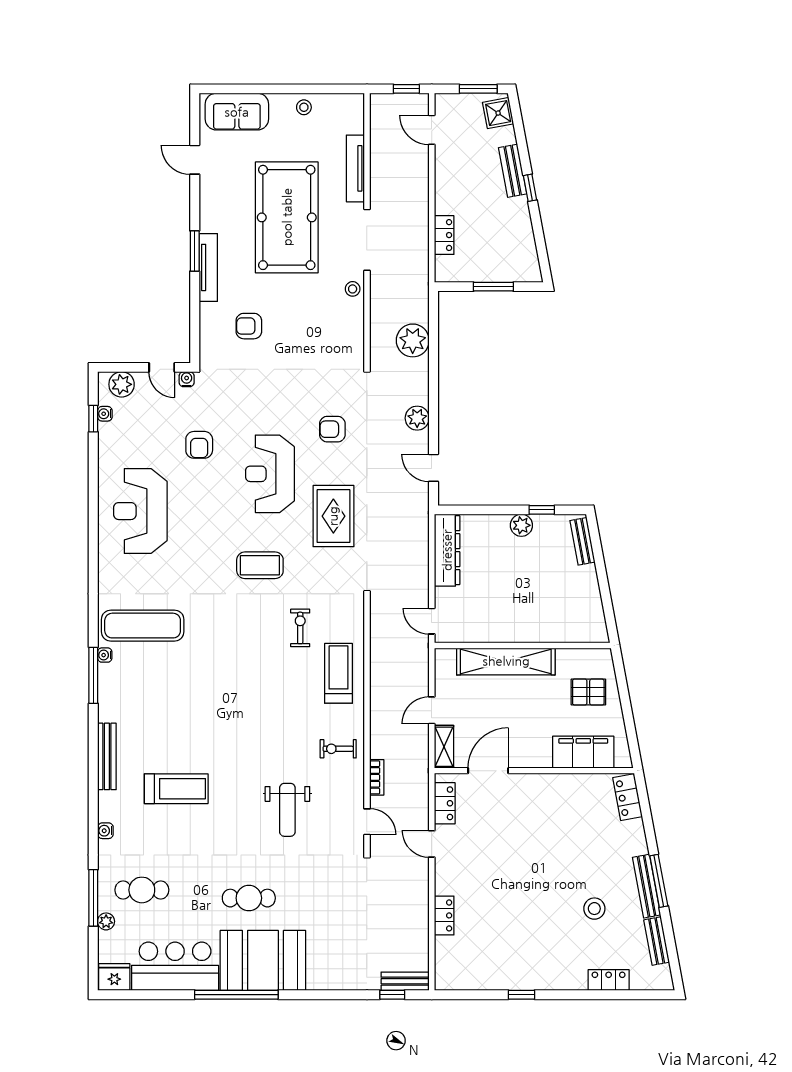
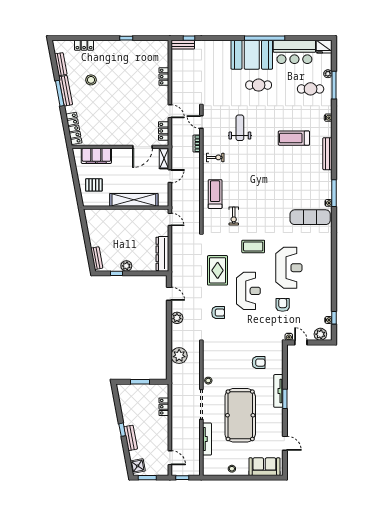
reception desk: (140, 511) -> (289, 268), moved
treadmill: (339, 673) -> (215, 194), turned 180
locker: (628, 797) -> (74, 128), width x1.53

